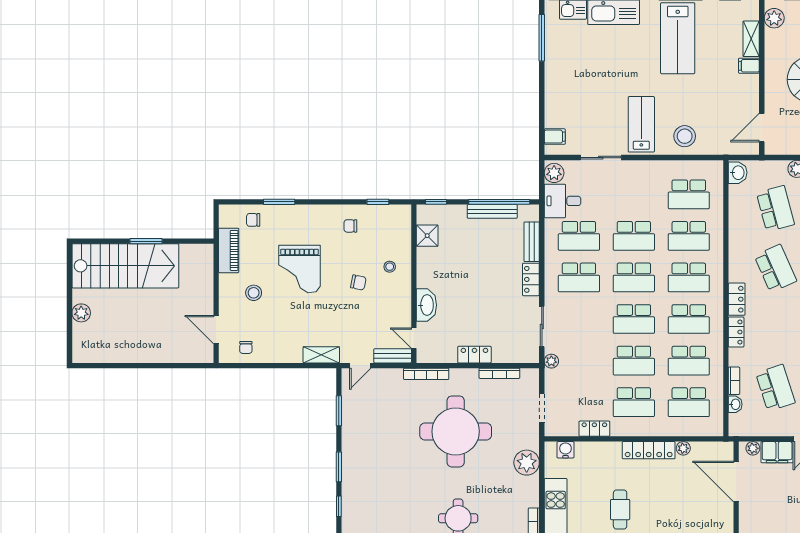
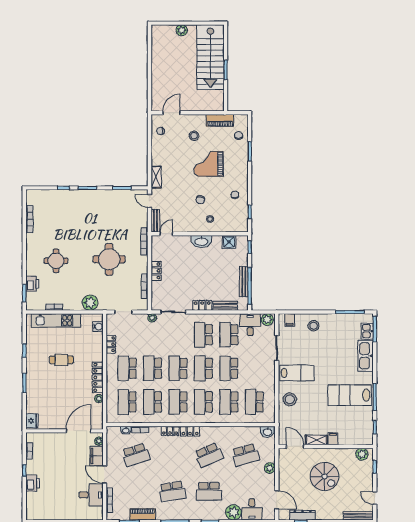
shelving: (751, 39) -> (316, 440), moved
stool: (564, 97) -> (314, 326), added
washbasin: (426, 305) -> (201, 241), moved
round table: (456, 431) -> (109, 259), width x0.73, depth x0.73

